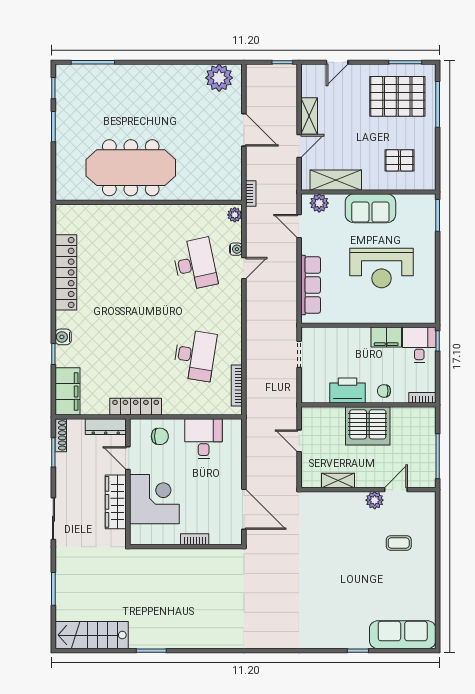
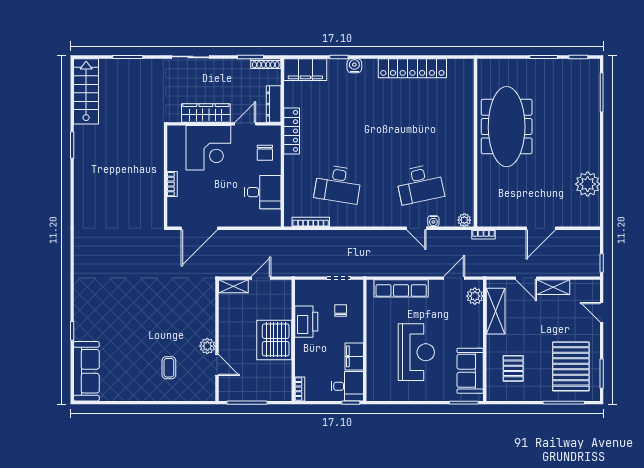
plant: (219, 78) -> (588, 184), moved
sofa: (370, 208) -> (470, 371), moved
reception desk: (382, 268) -> (416, 352), turned 180
chair: (384, 391) -> (341, 310), moved
shelving: (338, 481) -> (233, 286), moved, turned 90

